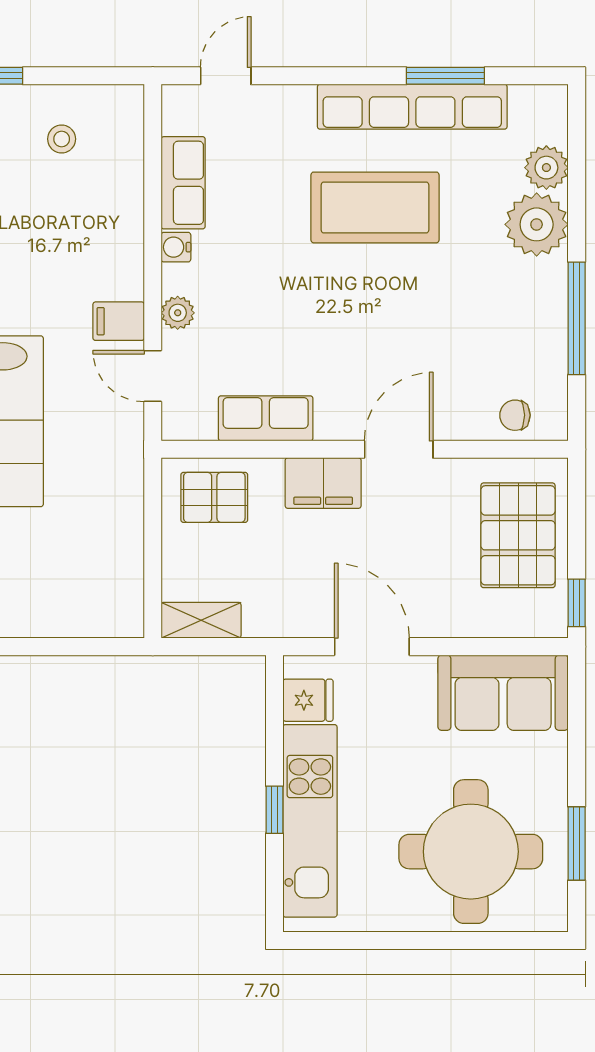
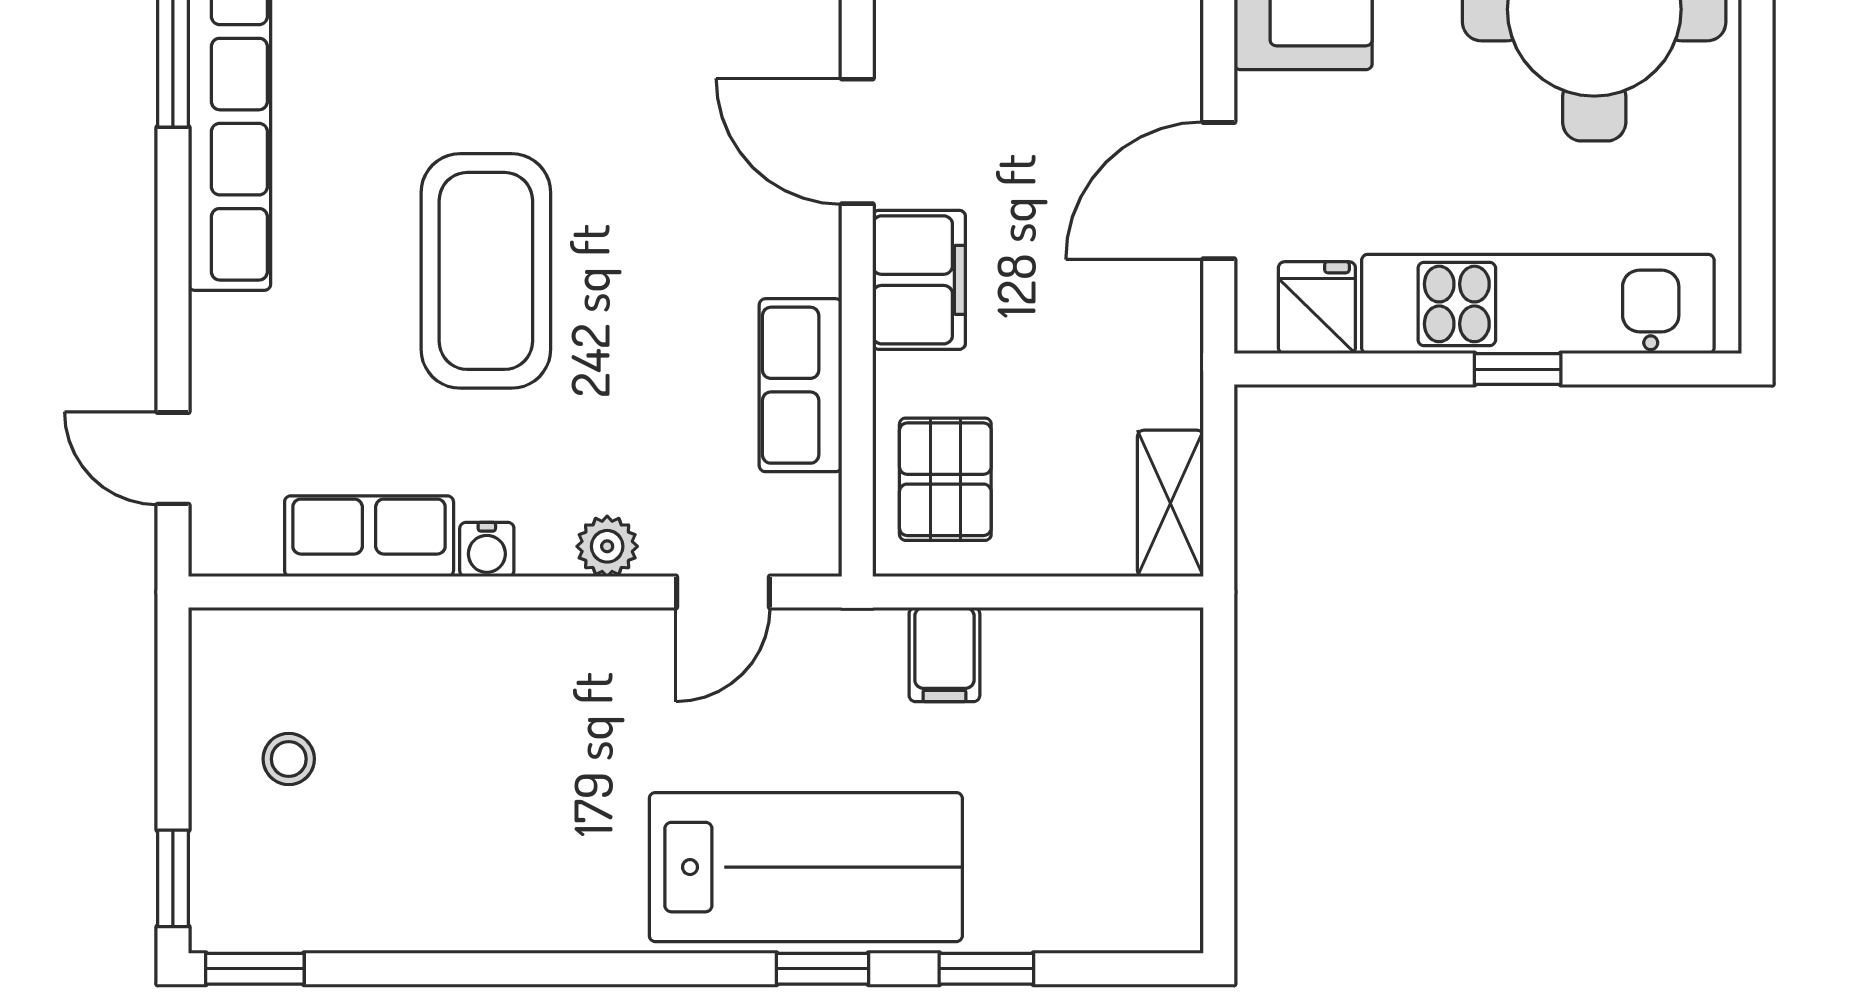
coffee table: (375, 207) -> (486, 271), moved
filing cabinet: (119, 321) -> (944, 655), moved

